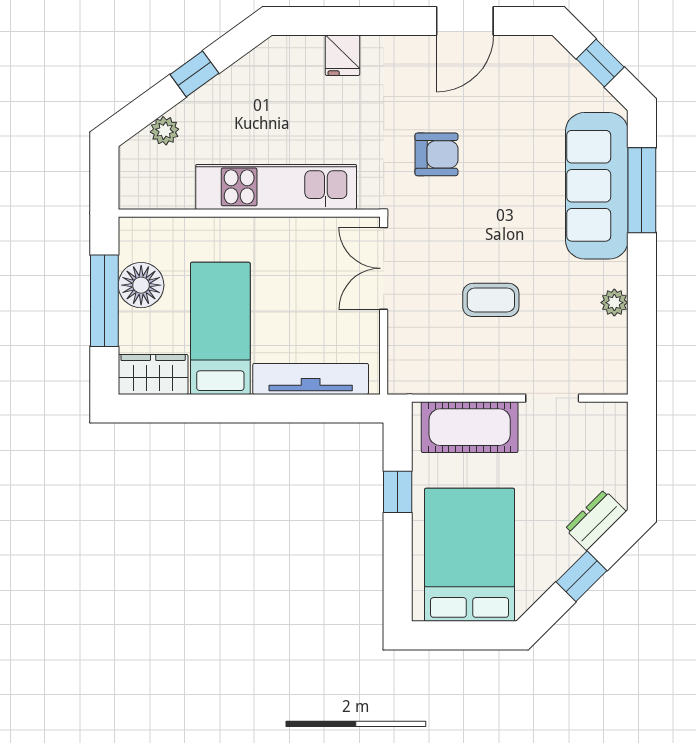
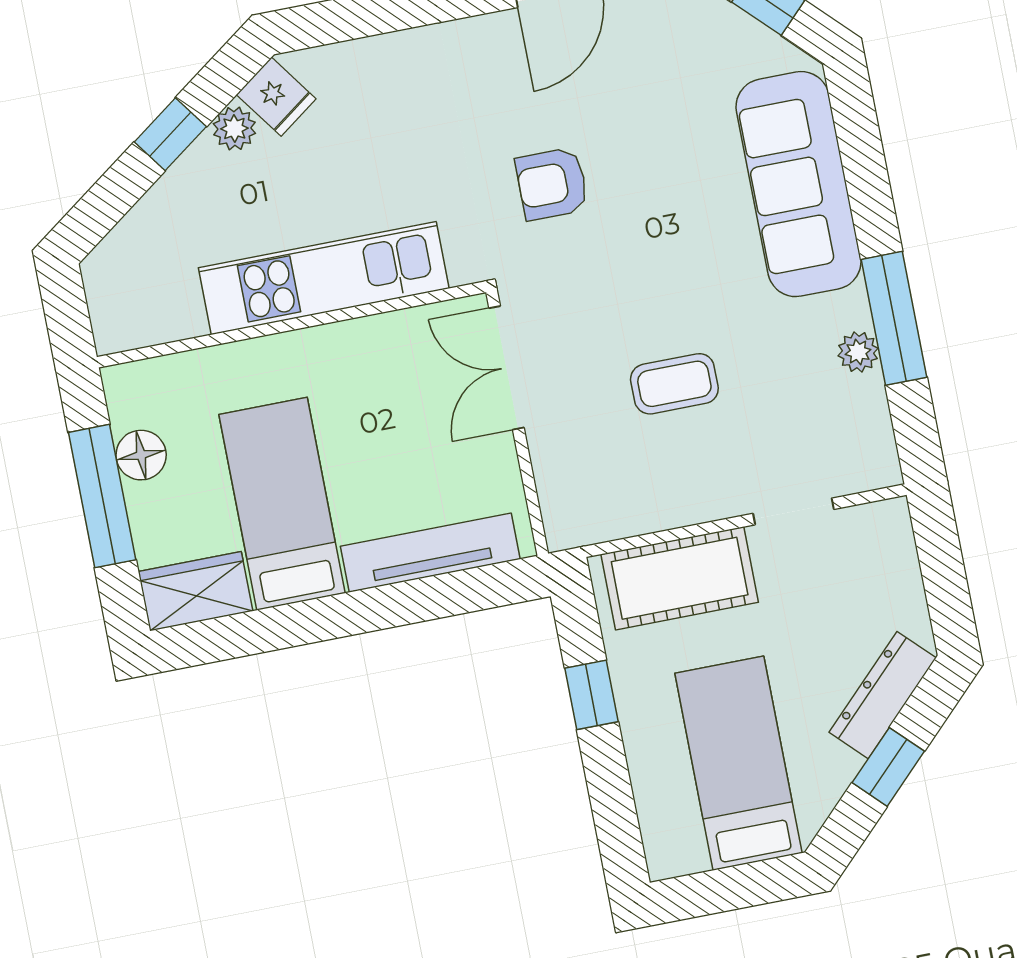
fridge: (343, 55) -> (276, 97), moved, turned -36
plant: (165, 131) -> (234, 129), moved
armchair: (436, 154) -> (552, 184), turned 180
window: (642, 190) -> (894, 318), moved
floor lamp: (141, 285) -> (141, 455), width x0.73, depth x0.73
dresser: (596, 520) -> (883, 695), width x1.44
bed: (470, 555) -> (738, 763), width x0.67

